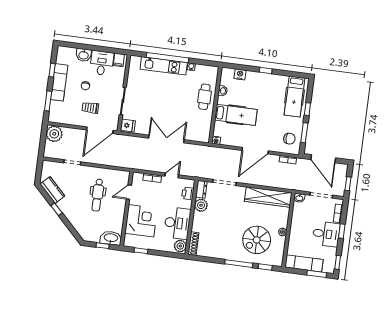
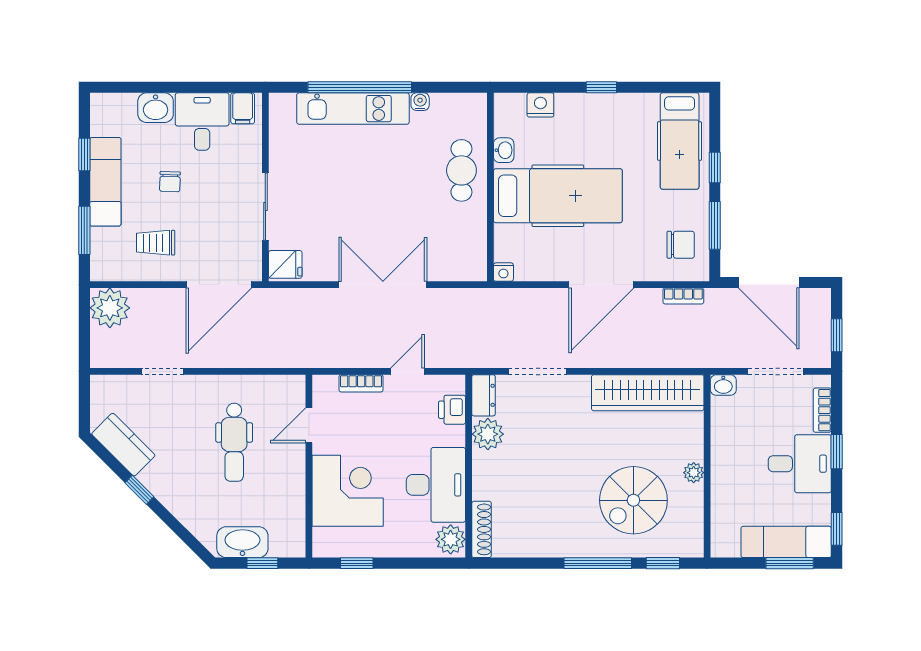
trolley: (90, 108) -> (156, 243), moved
hospital bed: (236, 115) -> (558, 196), width x1.37, depth x1.29
washbasin: (111, 238) -> (242, 542), moved
exam couch: (304, 263) -> (786, 542), moved

